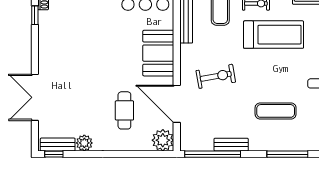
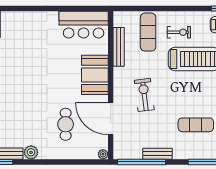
exercise bike: (216, 76) -> (144, 95), turned -87
plant: (163, 140) -> (103, 154), width x0.53, depth x0.53

